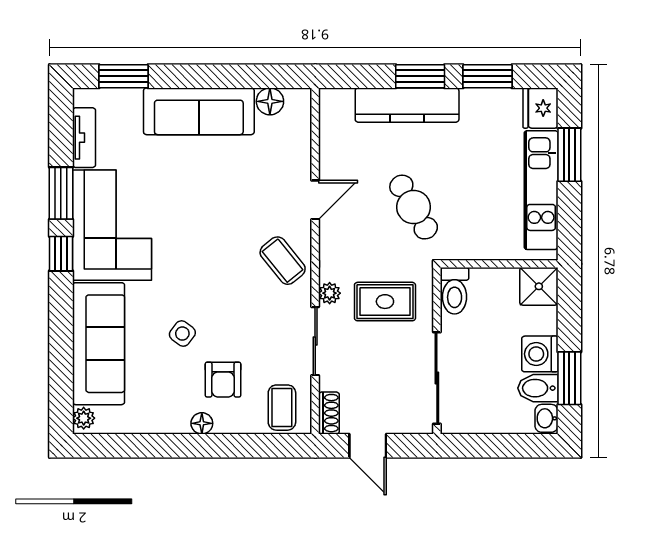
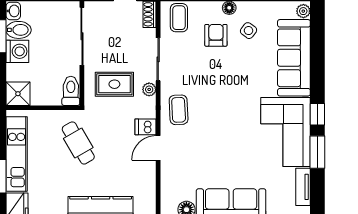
cafe table: (414, 207) -> (78, 143), moved
dishwasher: (335, 233) -> (146, 127), added
coffee table: (283, 261) -> (179, 110), turned 36
side table: (182, 334) -> (248, 31), moved

